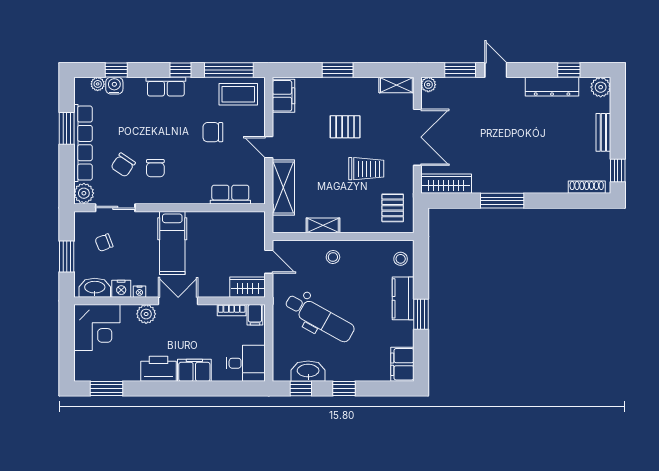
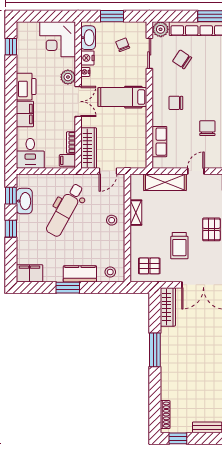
chair: (155, 168) -> (176, 103), moved
wardrobe: (248, 287) -> (89, 148), width x1.50
window: (106, 389) -> (11, 47), width x0.67

